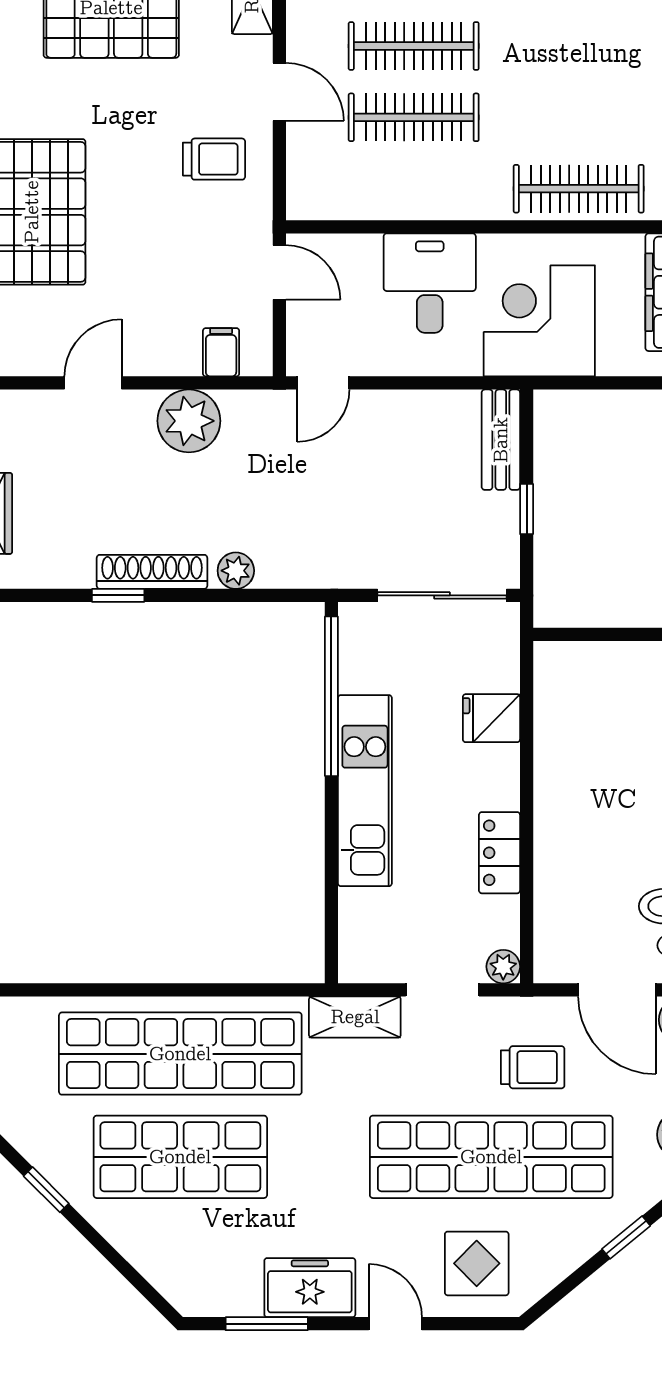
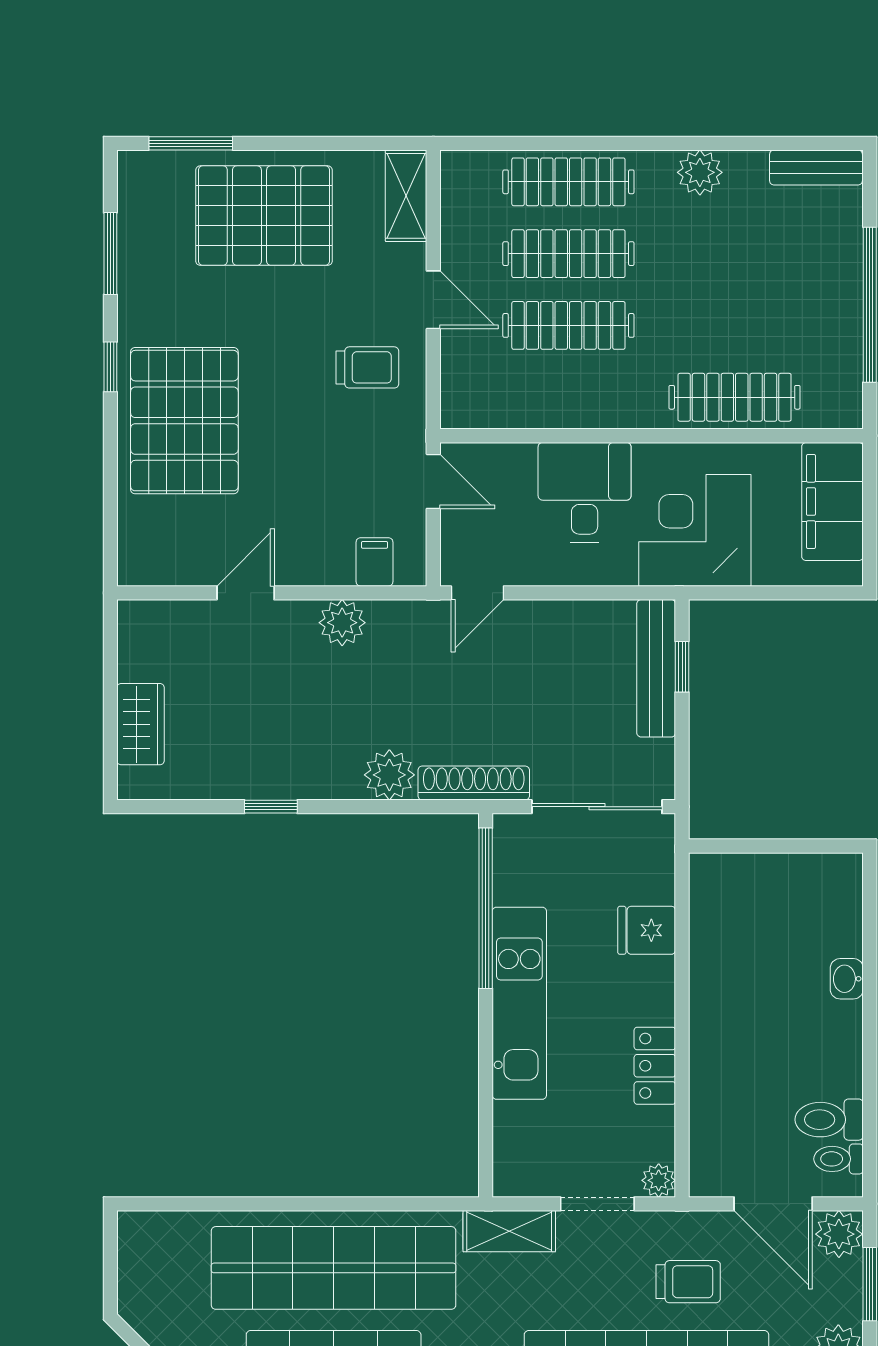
plant: (189, 421) -> (342, 623), width x0.73, depth x0.73
bench: (501, 440) -> (656, 668), width x1.36
window: (527, 509) -> (682, 667), moved
plant: (236, 571) -> (389, 775), width x1.38, depth x1.38
shoe rack: (152, 572) -> (474, 783), moved

